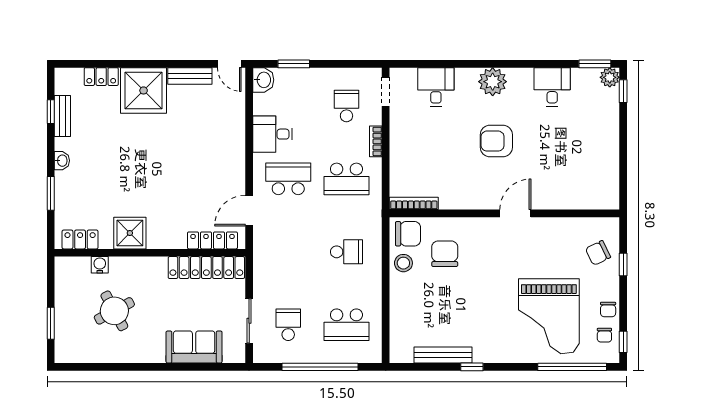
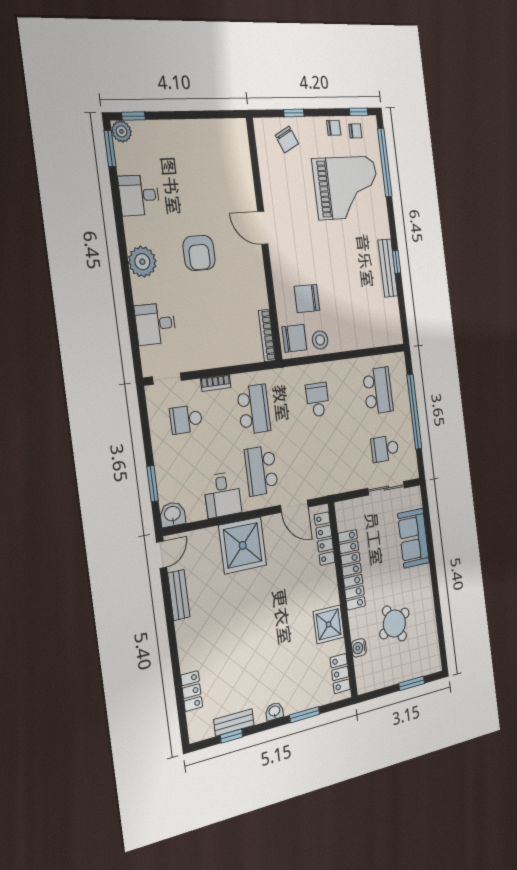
shower: (144, 90) -> (243, 545), moved
chair: (408, 234) -> (294, 338), turned 90
locker: (206, 268) -> (352, 570), moved
bench: (443, 355) -> (388, 268), moved

